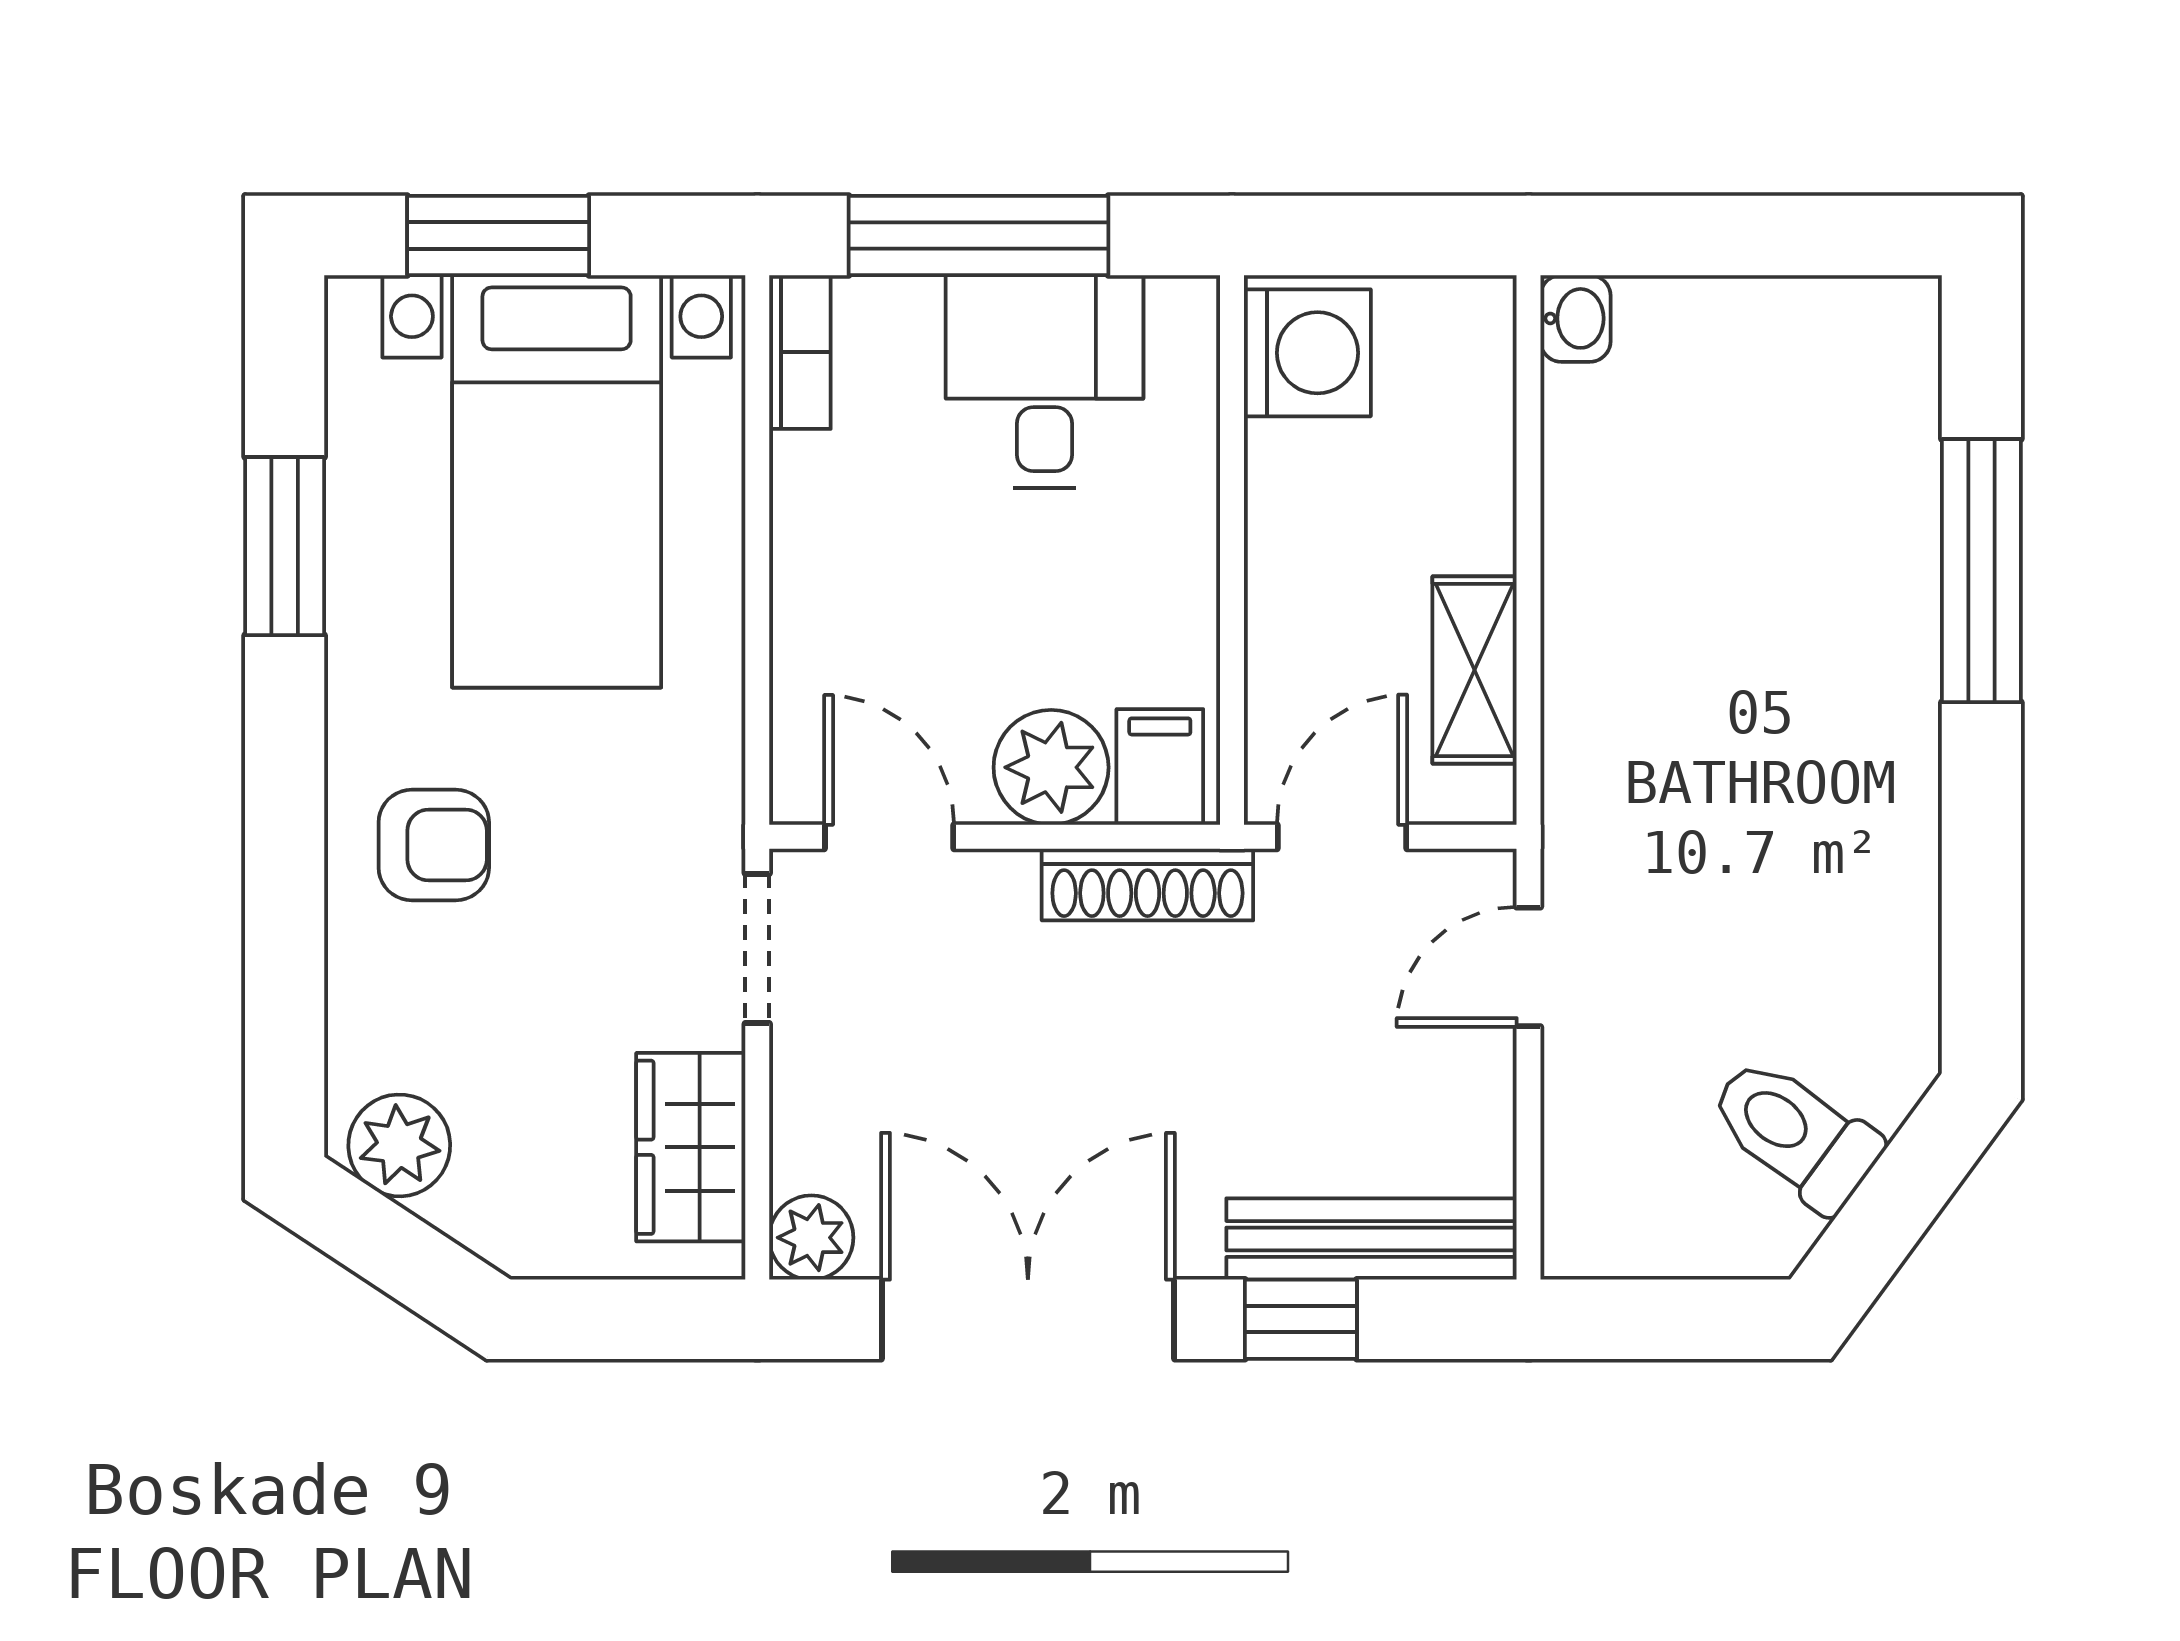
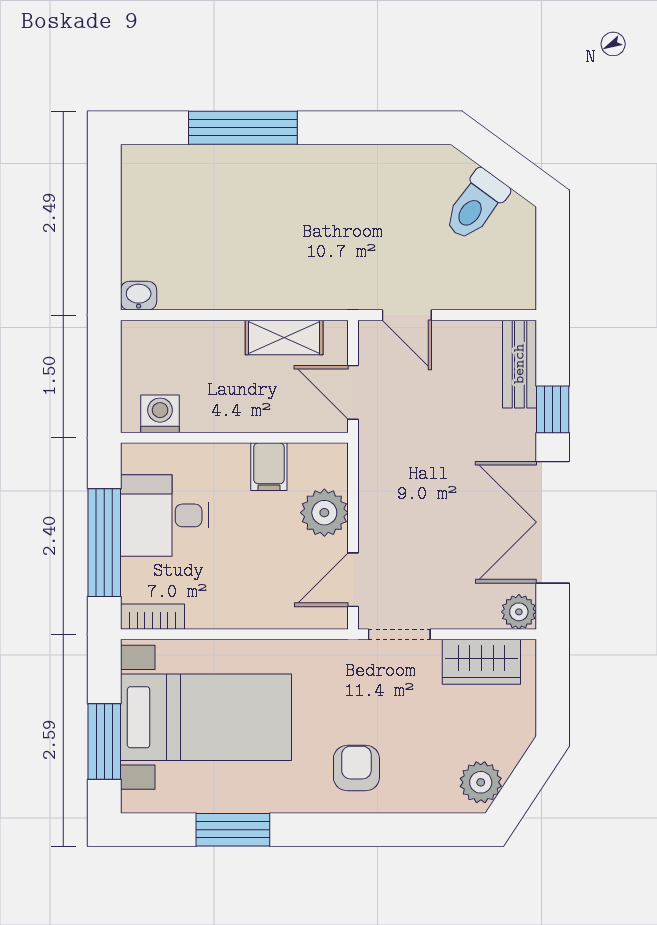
washing machine: (1307, 353) -> (160, 414), width x0.73, depth x0.73
filing cabinet: (1160, 767) -> (269, 467), moved, turned -90
shoe rack: (1147, 884) -> (373, 473), removed
bench: (1371, 1239) -> (519, 364), width x0.73

